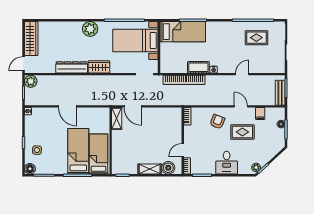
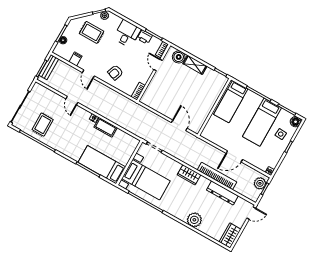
plant: (90, 29) -> (194, 220), moved
rug: (256, 38) -> (43, 125), turned 90
wardrobe: (31, 39) -> (230, 236), width x0.67
dresser: (72, 67) -> (222, 193), moved
door: (242, 74) -> (72, 101), hinge flipped
bookcase: (184, 80) -> (217, 176), moved
plant: (31, 81) -> (260, 183), moved
door: (68, 106) -> (234, 156), swing flipped
shelving: (117, 118) -> (199, 123), removed
rug: (242, 132) -> (92, 32), moved
door: (183, 150) -> (158, 65), swing flipped
bed: (78, 151) -> (262, 122), moved
printer: (209, 169) -> (145, 37), added

